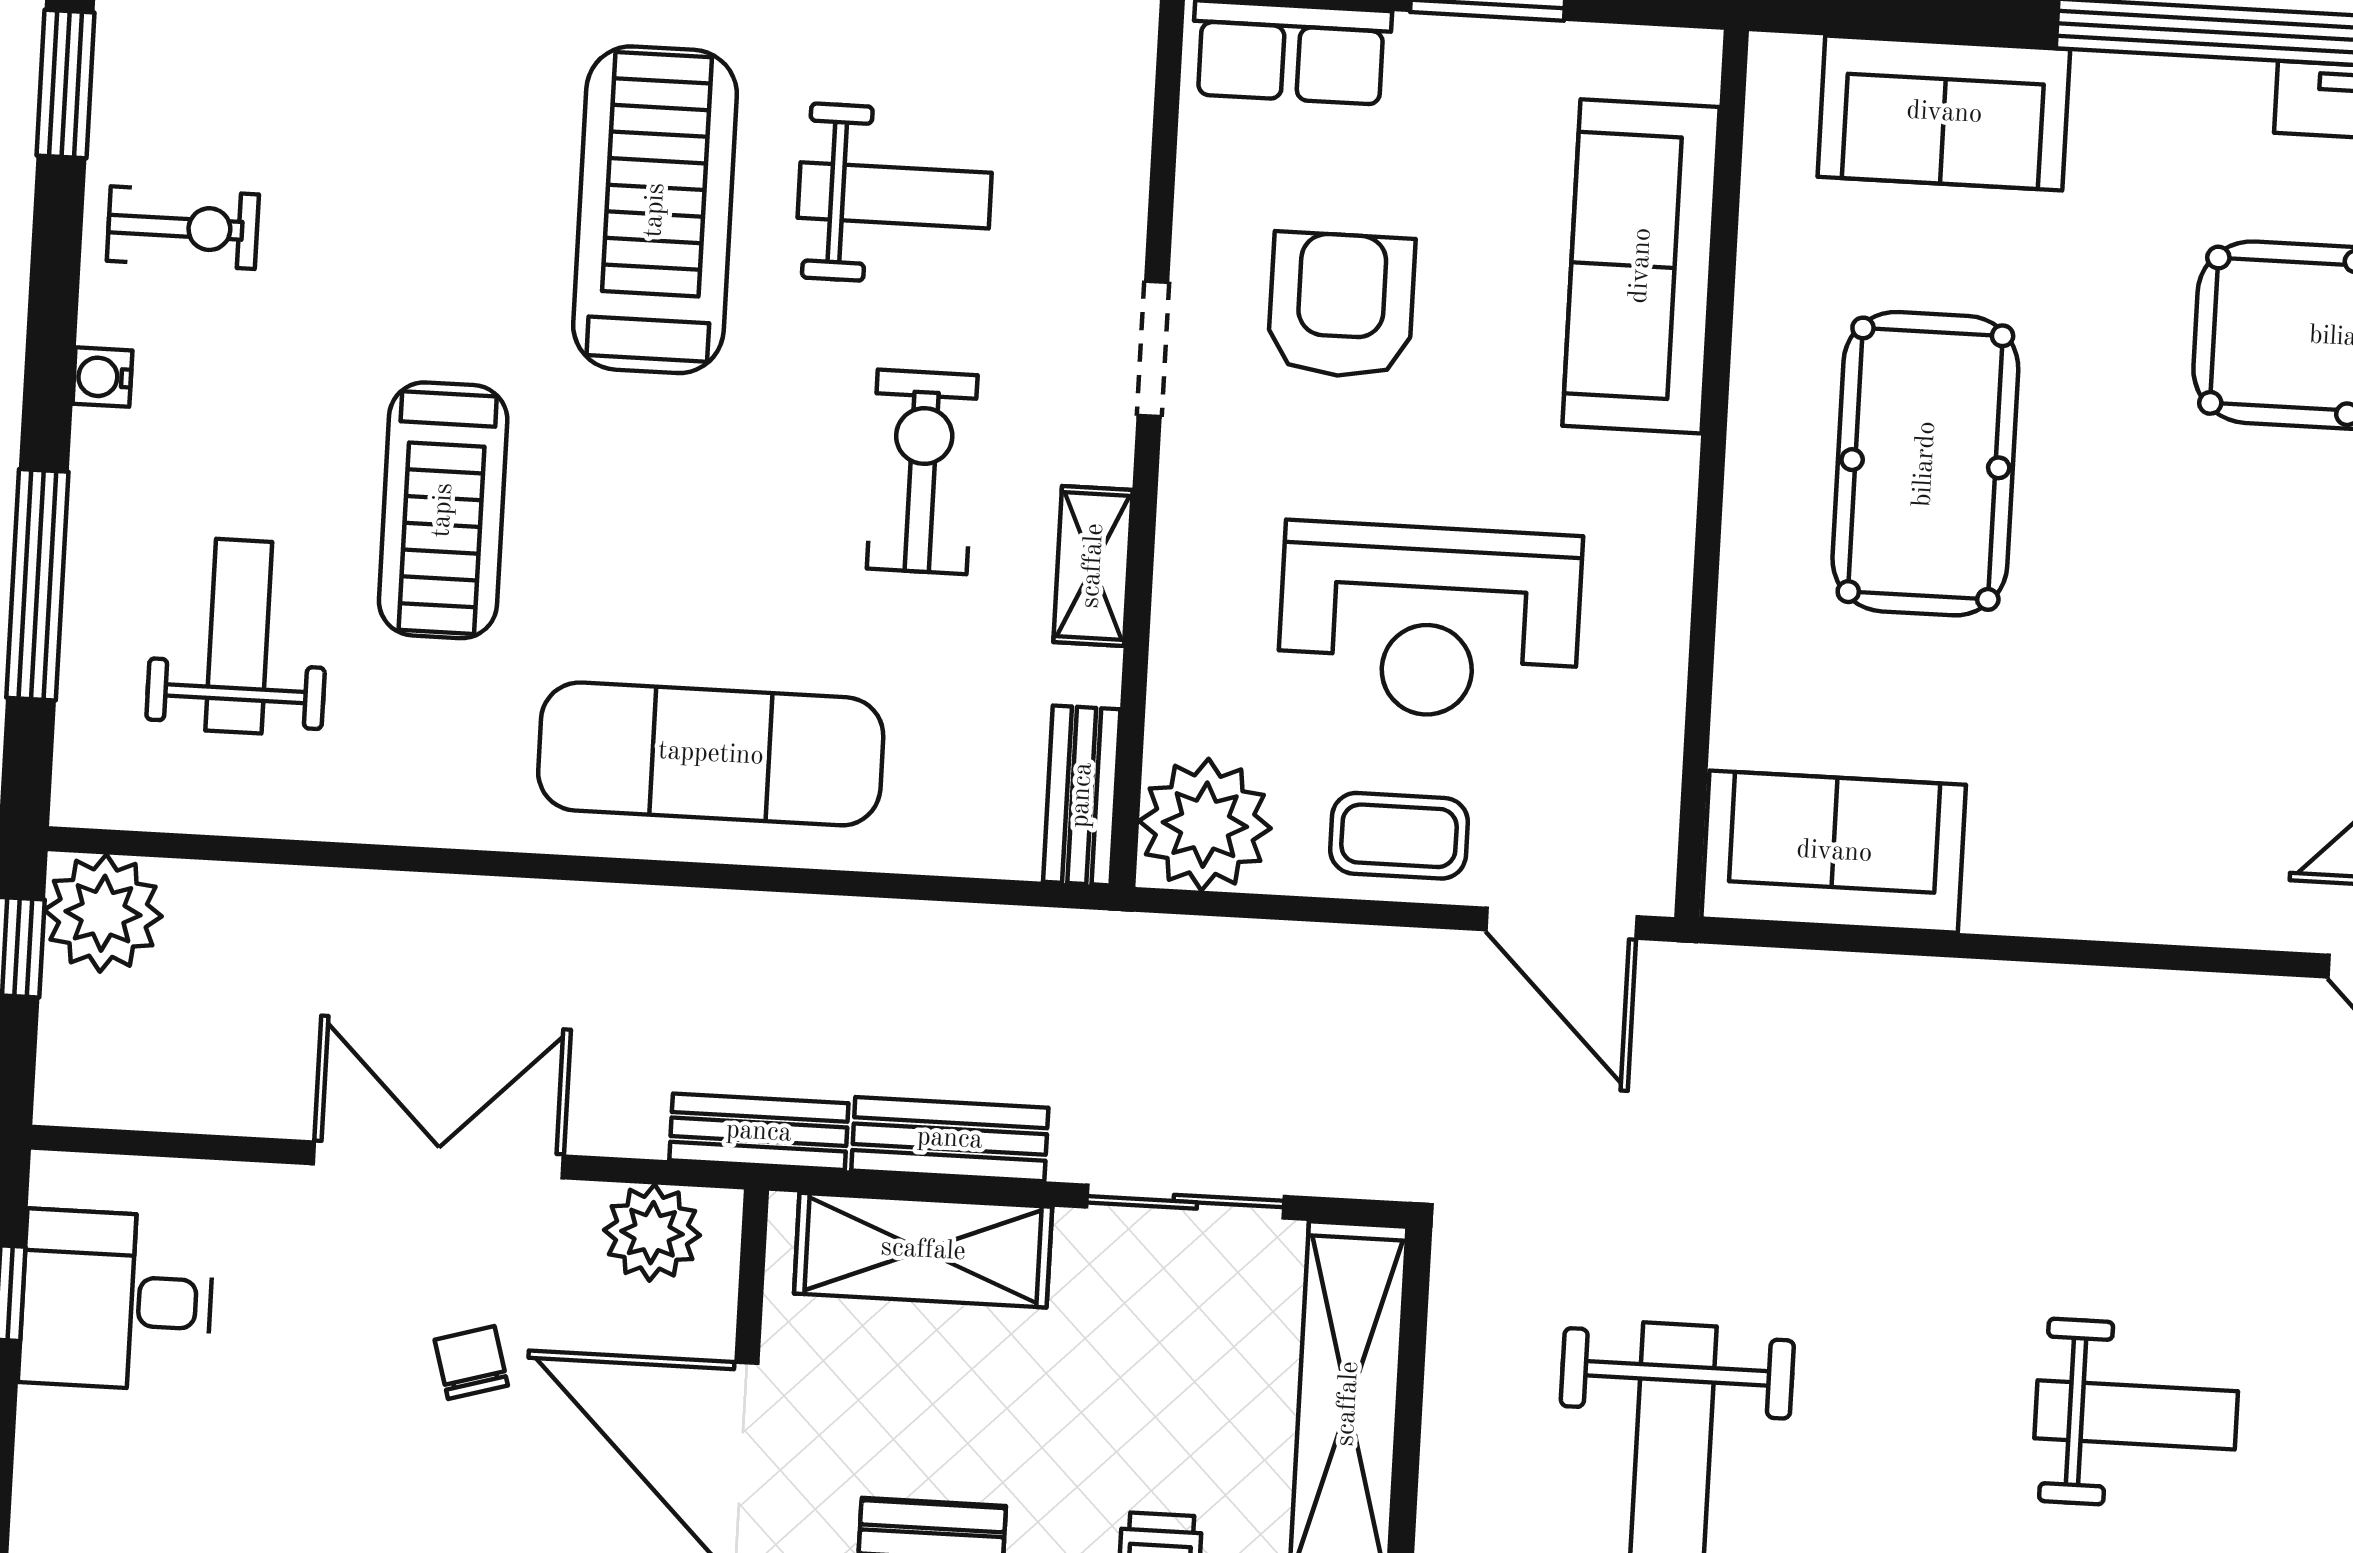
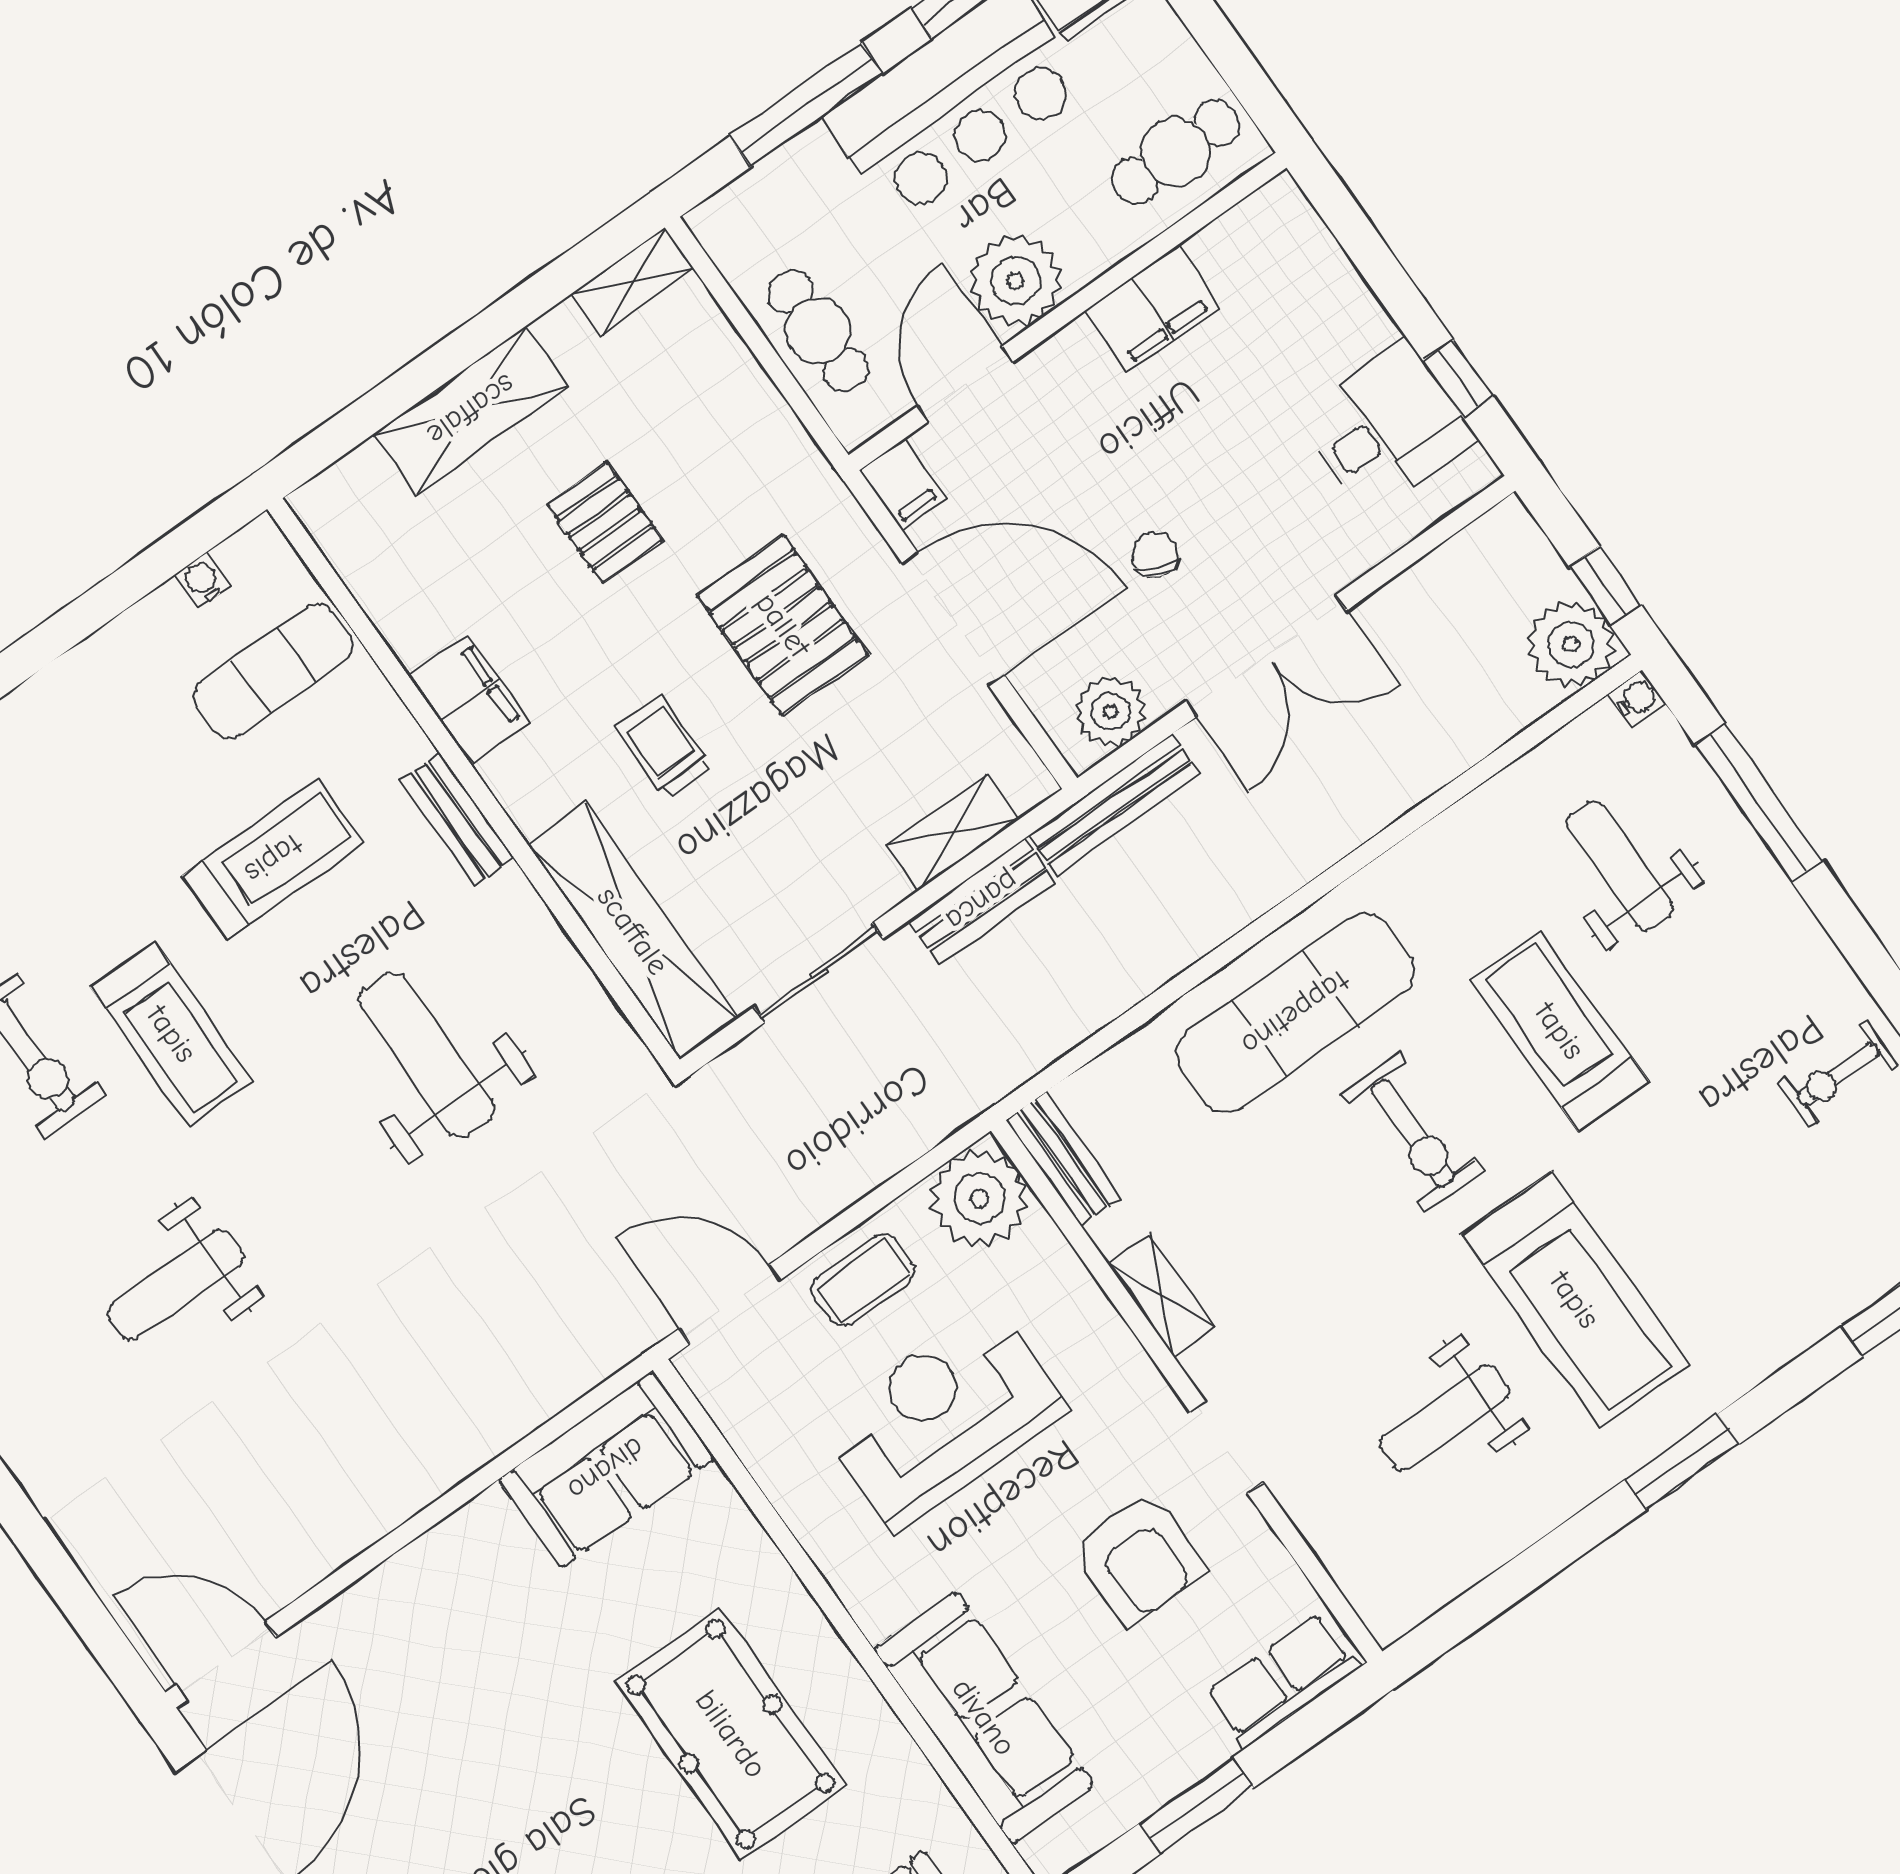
water cooler: (102, 377) -> (1637, 699), moved
exercise bike: (922, 472) -> (1413, 1133), moved
weight bench: (239, 636) -> (1620, 865), turned 180
bench: (759, 1132) -> (1114, 805), width x1.36
shelving: (923, 1250) -> (952, 833), width x0.67, depth x0.75
chair: (471, 1363) -> (1155, 555), turned -141

